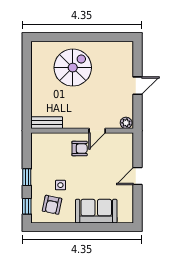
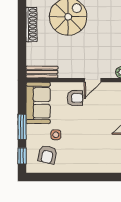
shoe rack: (36, 75) -> (32, 25), added
window: (27, 177) -> (22, 127), width x1.50
sofa: (96, 211) -> (38, 103), moved, turned 90

